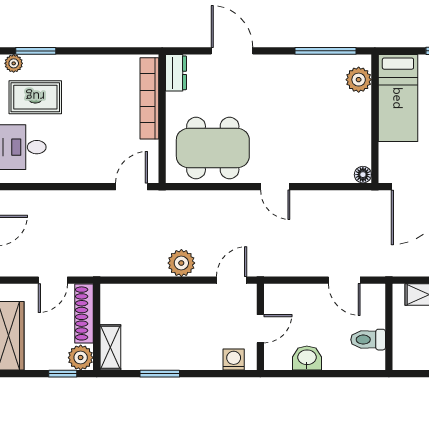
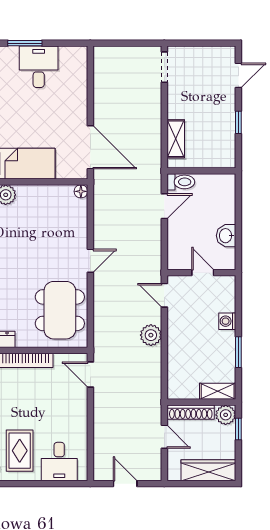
toilet: (368, 340) -> (181, 182), moved, turned -90
washing machine: (234, 360) -> (227, 321), moved

